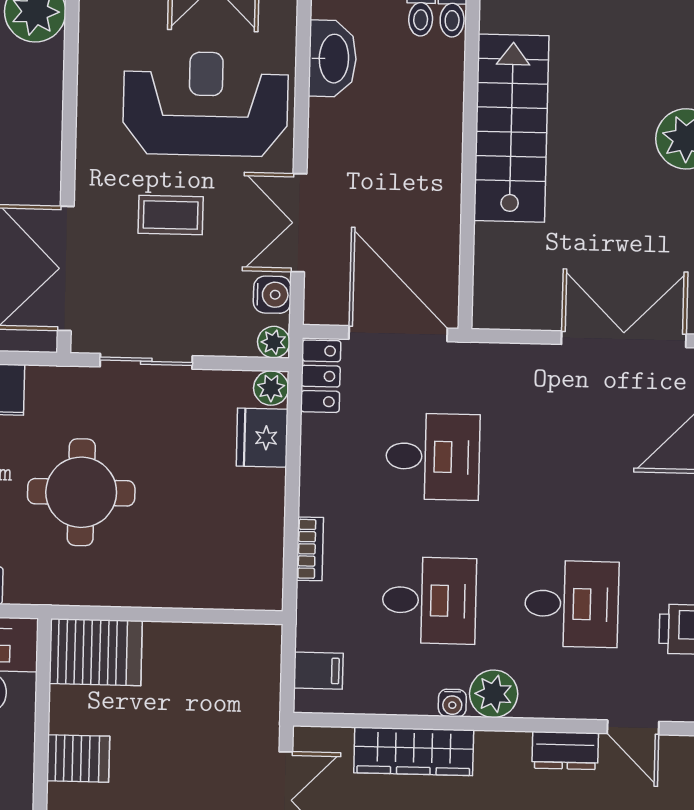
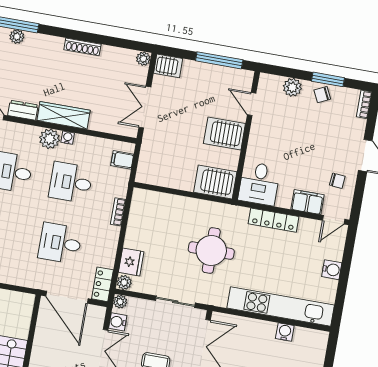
wardrobe: (414, 751) -> (64, 115), moved
server rack: (78, 758) -> (224, 133), width x1.36, depth x1.44

